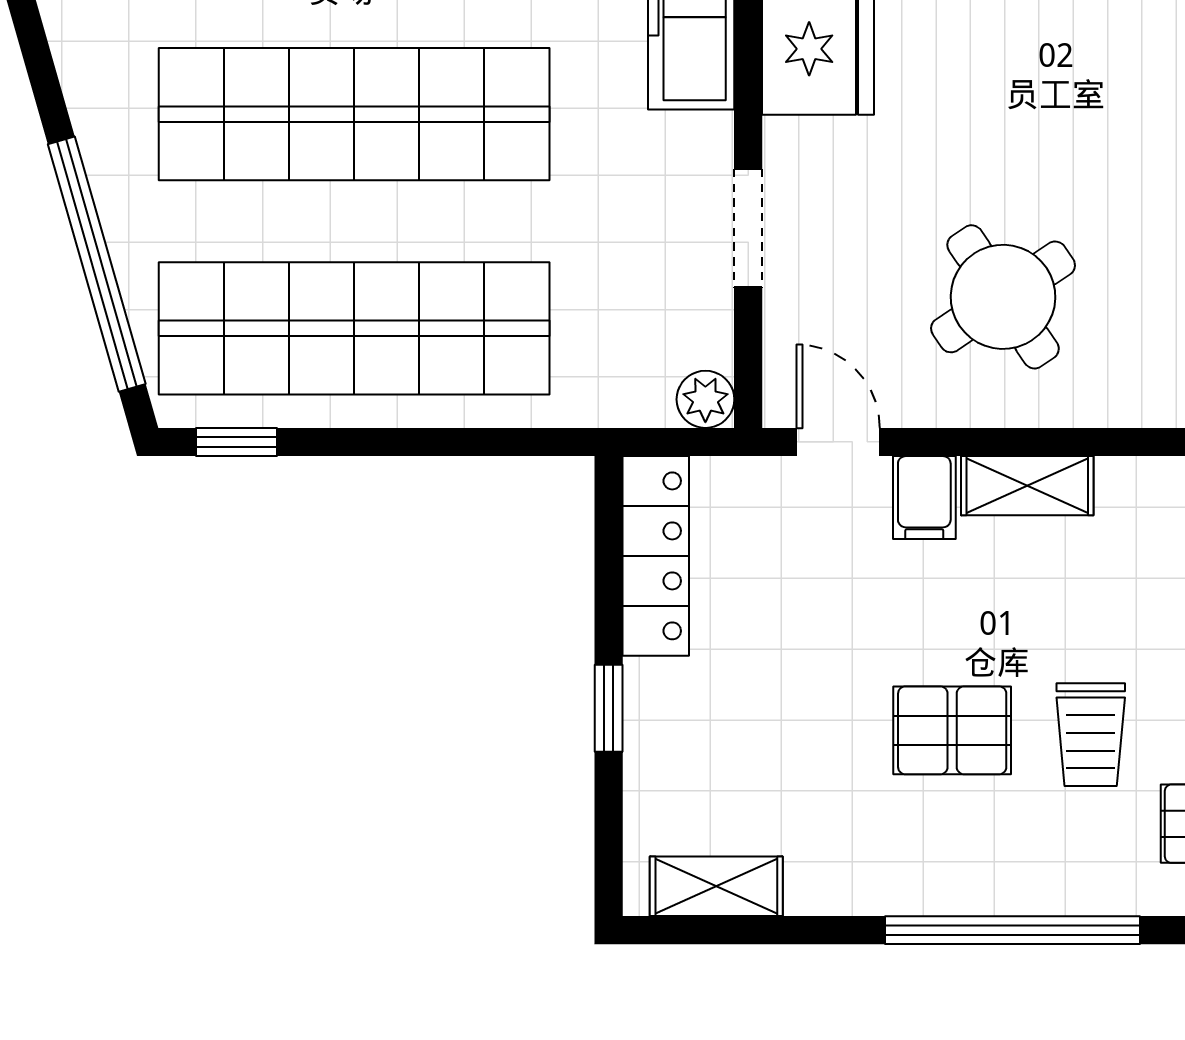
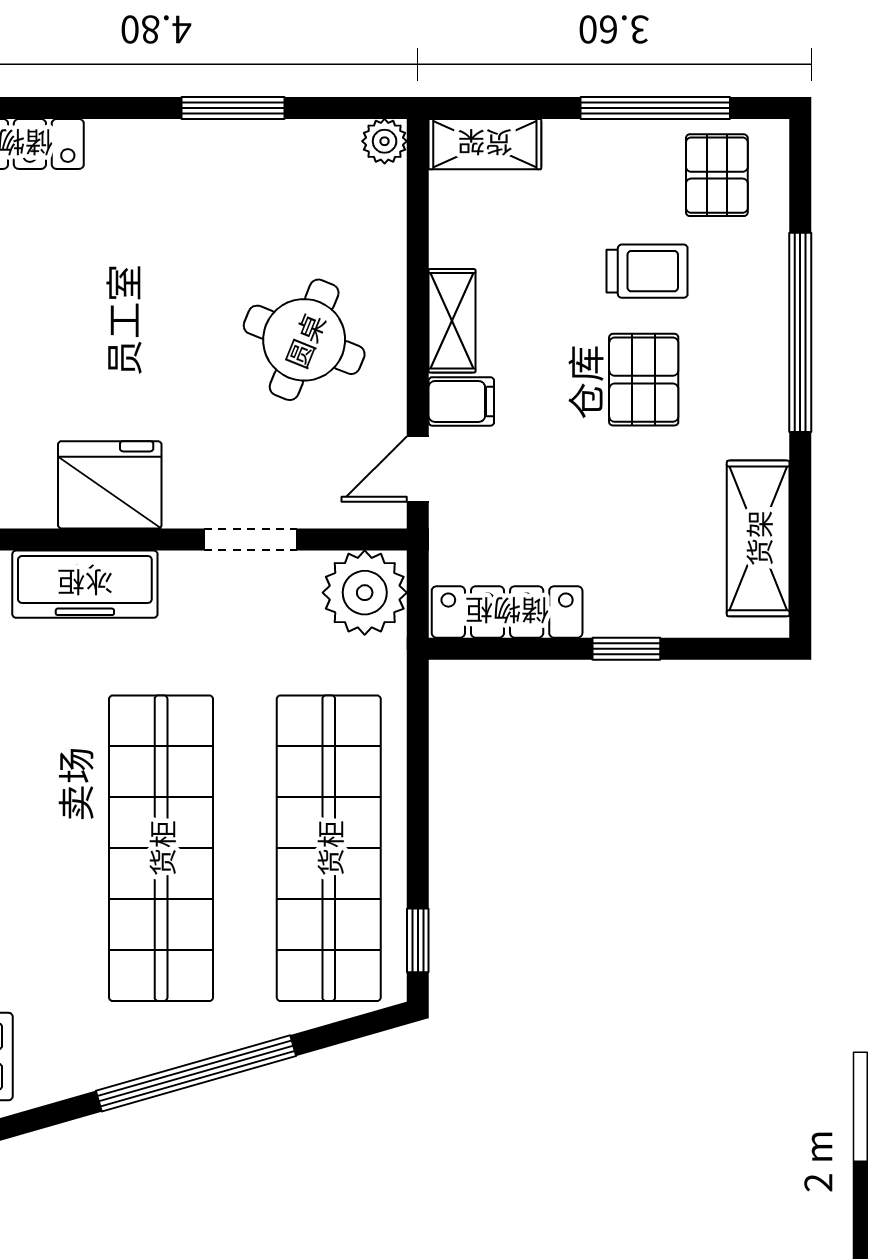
window: (97, 264) -> (196, 1073), moved
round table: (1003, 297) -> (304, 340), turned -34
plant: (705, 399) -> (365, 593), width x1.88, depth x1.88
shelving: (716, 886) -> (758, 538), width x1.50, depth x1.33

